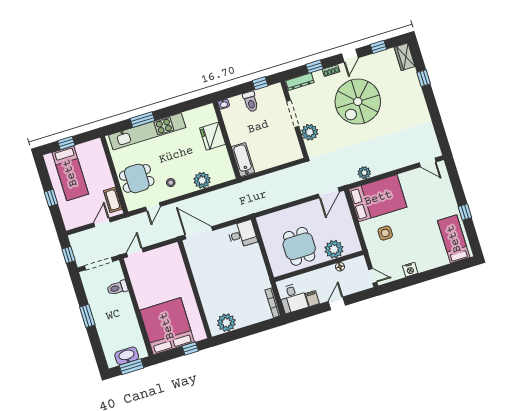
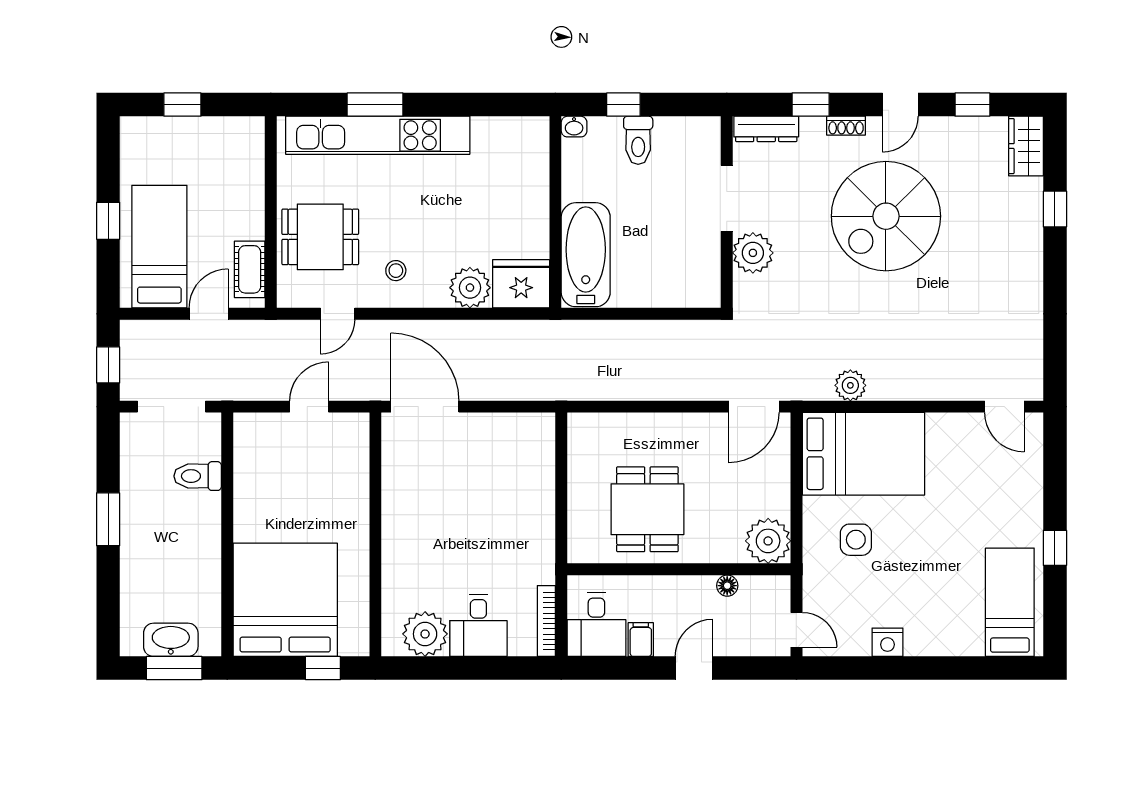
window: (260, 83) -> (623, 105), moved
fridge: (213, 136) -> (521, 284), moved, turned 90
bathtub: (243, 160) -> (586, 255), width x1.36, depth x1.36
bed: (70, 173) -> (159, 247), moved, turned 180
desk: (242, 234) -> (478, 626), moved, turned 90
plant: (334, 249) -> (768, 541), moved
door: (135, 252) -> (309, 407), moved

